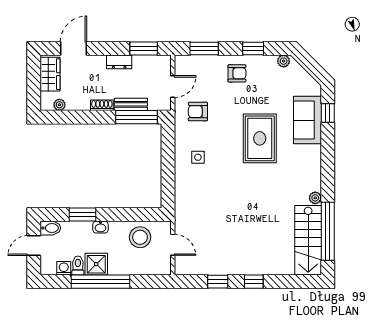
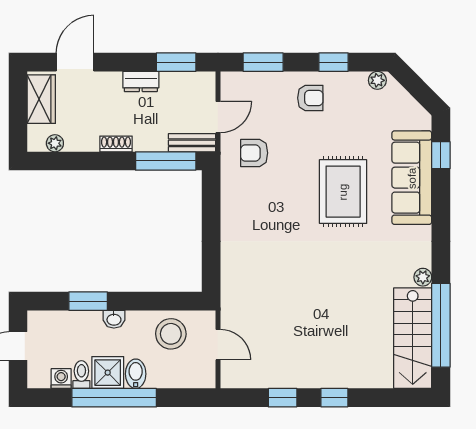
bench: (131, 104) -> (192, 143), moved
sofa: (307, 120) -> (412, 178), width x1.36
side table: (198, 157) -> (254, 219), removed
bidet: (50, 228) -> (136, 374), moved, turned -90

